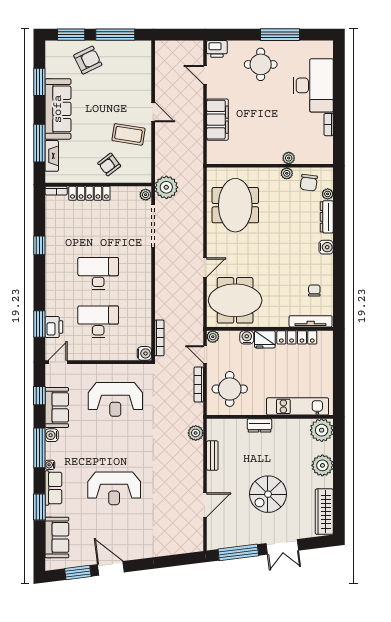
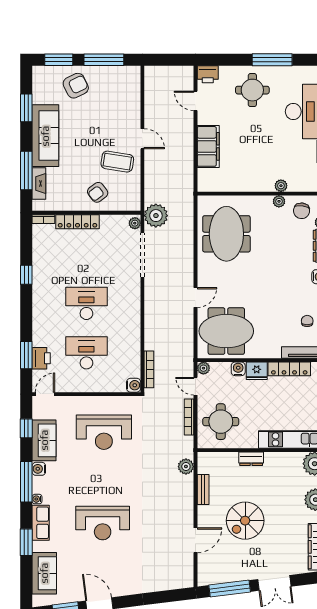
spiral stairs: (268, 494) -> (245, 521), moved

